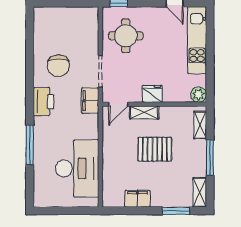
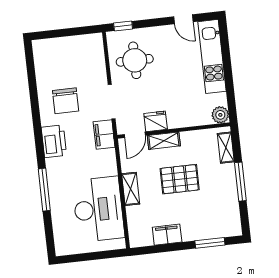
fridge: (152, 94) -> (156, 121), moved
shelving: (200, 192) -> (131, 189), moved

